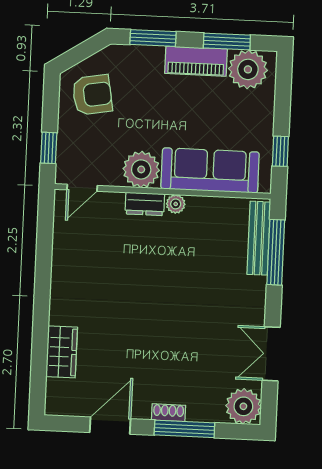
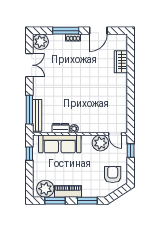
armchair: (92, 95) -> (113, 175), turned 100
plant: (141, 169) -> (100, 143), moved
door: (82, 188) -> (115, 134), swing flipped
dresser: (145, 204) -> (61, 128), moved

